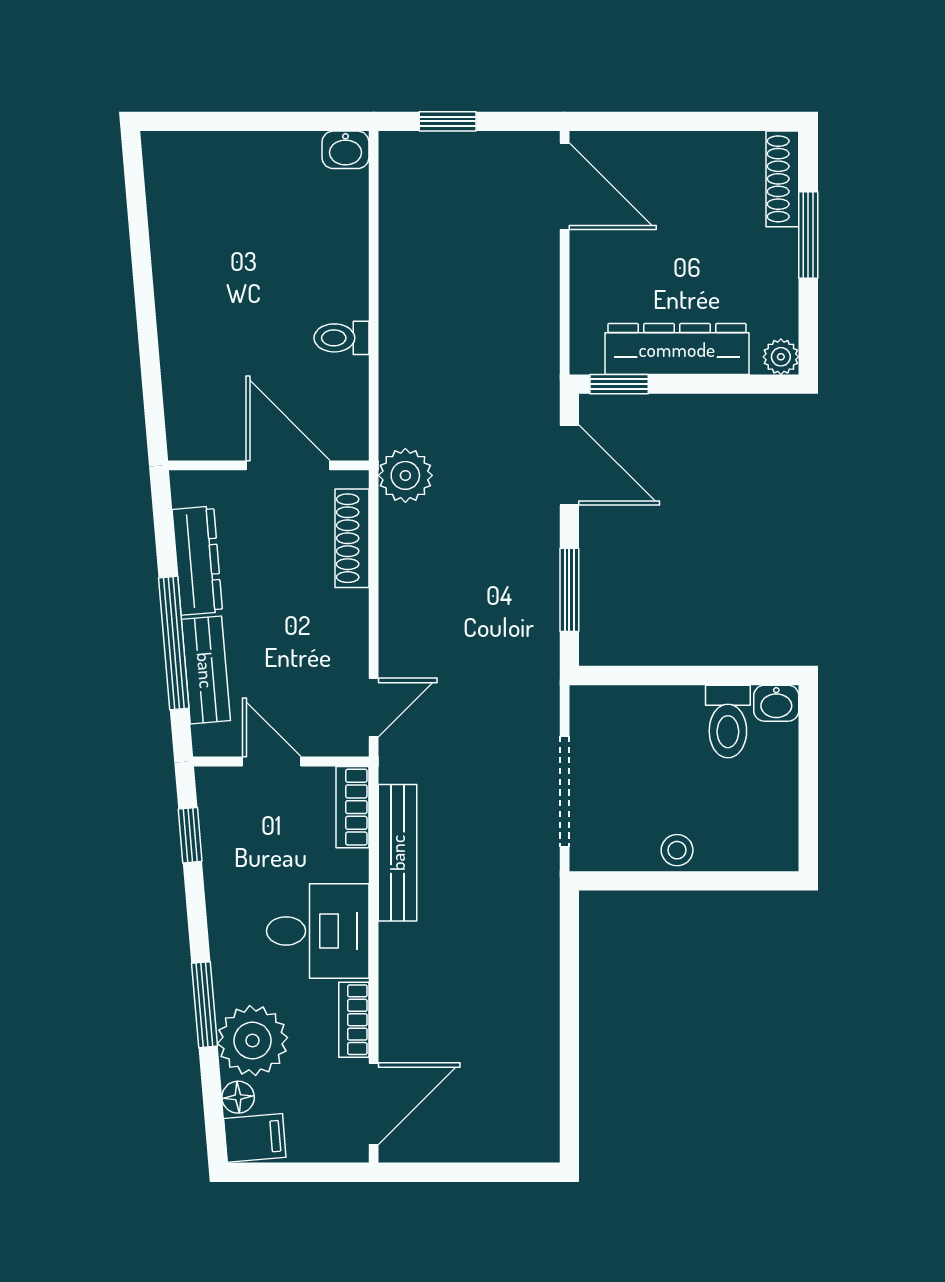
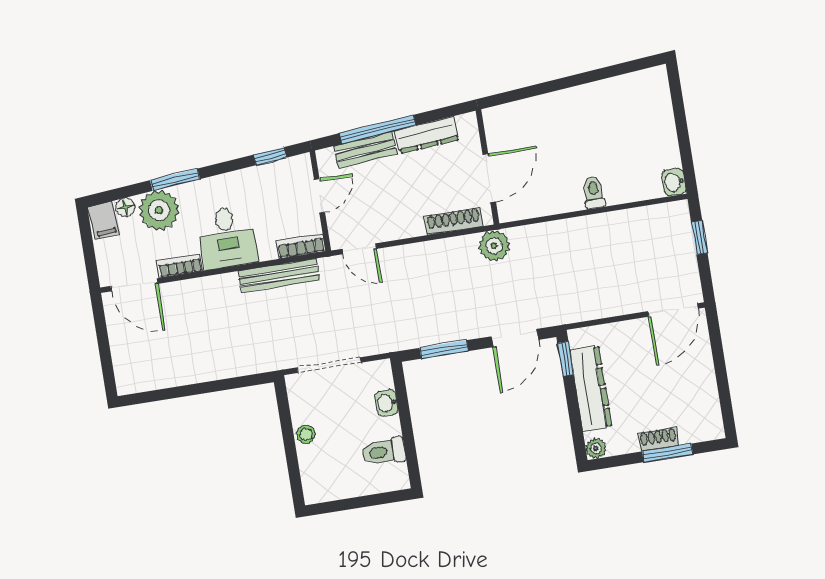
shoe rack: (782, 179) -> (659, 439), moved, width x0.70
toilet: (341, 338) -> (594, 193), moved
washbasin: (776, 703) -> (387, 403), moved

